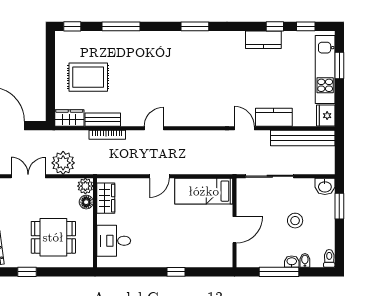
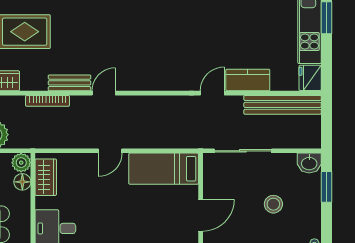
bench: (103, 120) -> (69, 83), moved
door: (244, 128) -> (212, 93), hinge flipped

